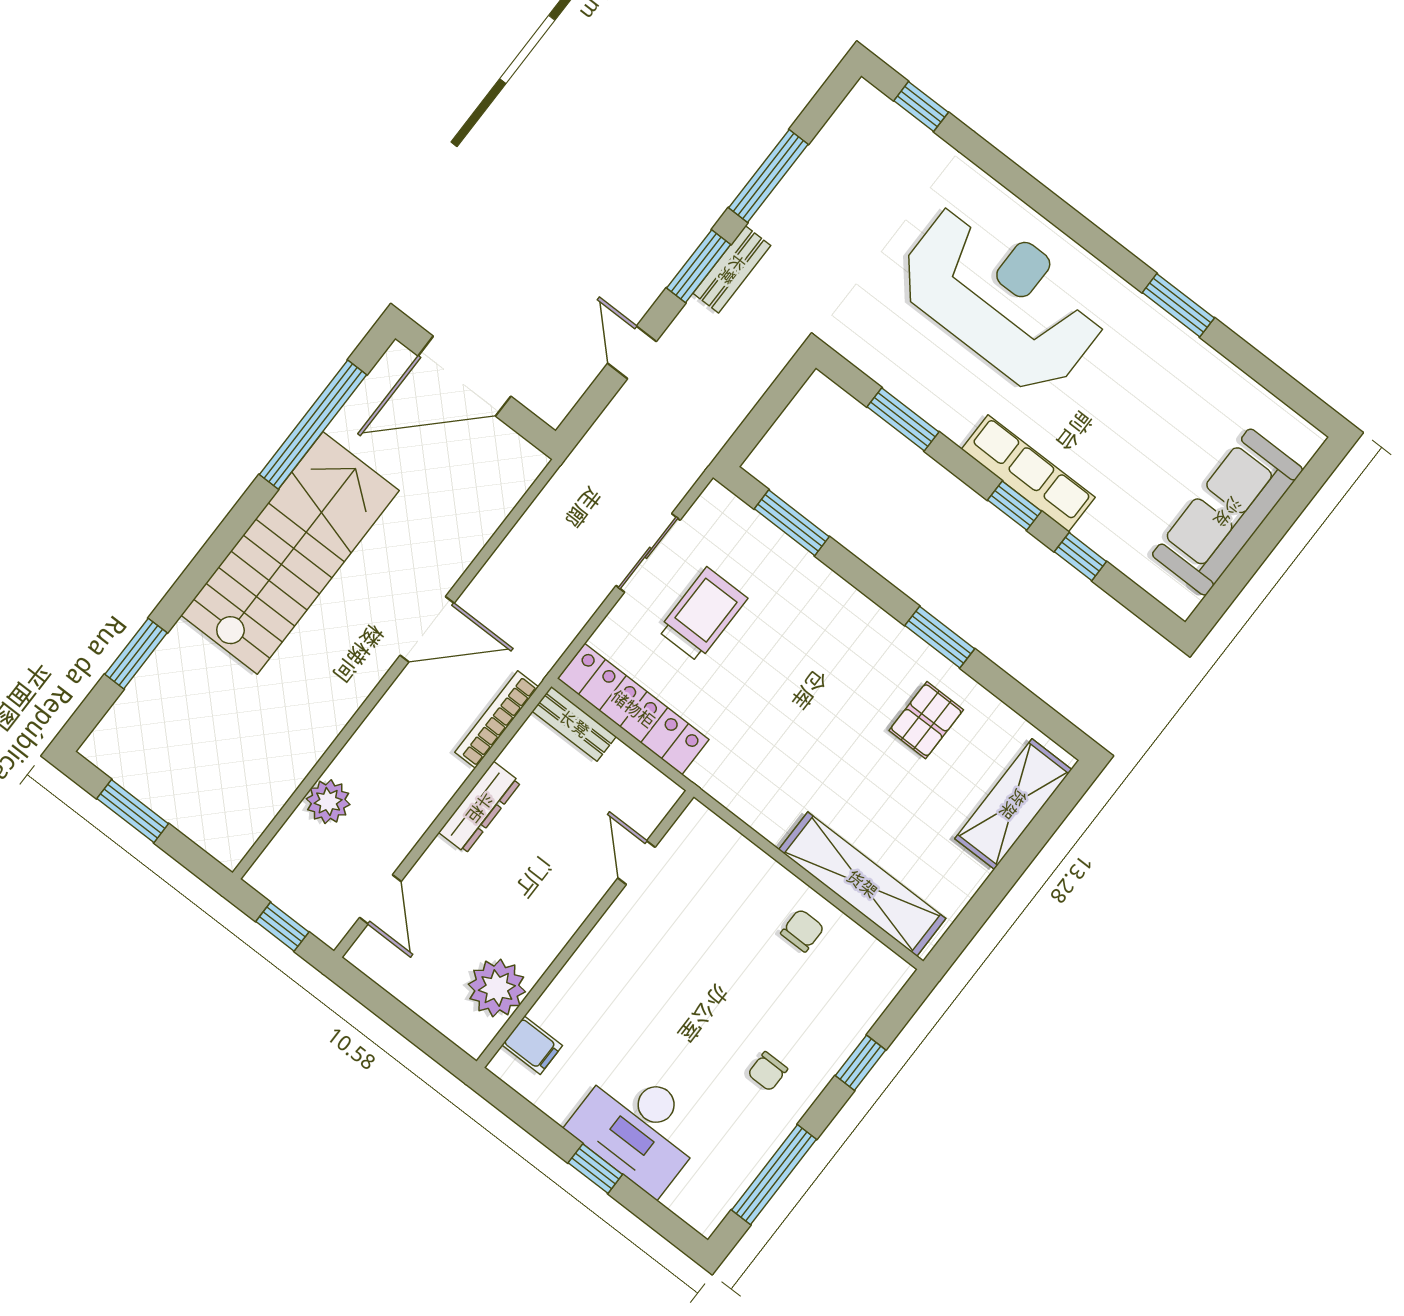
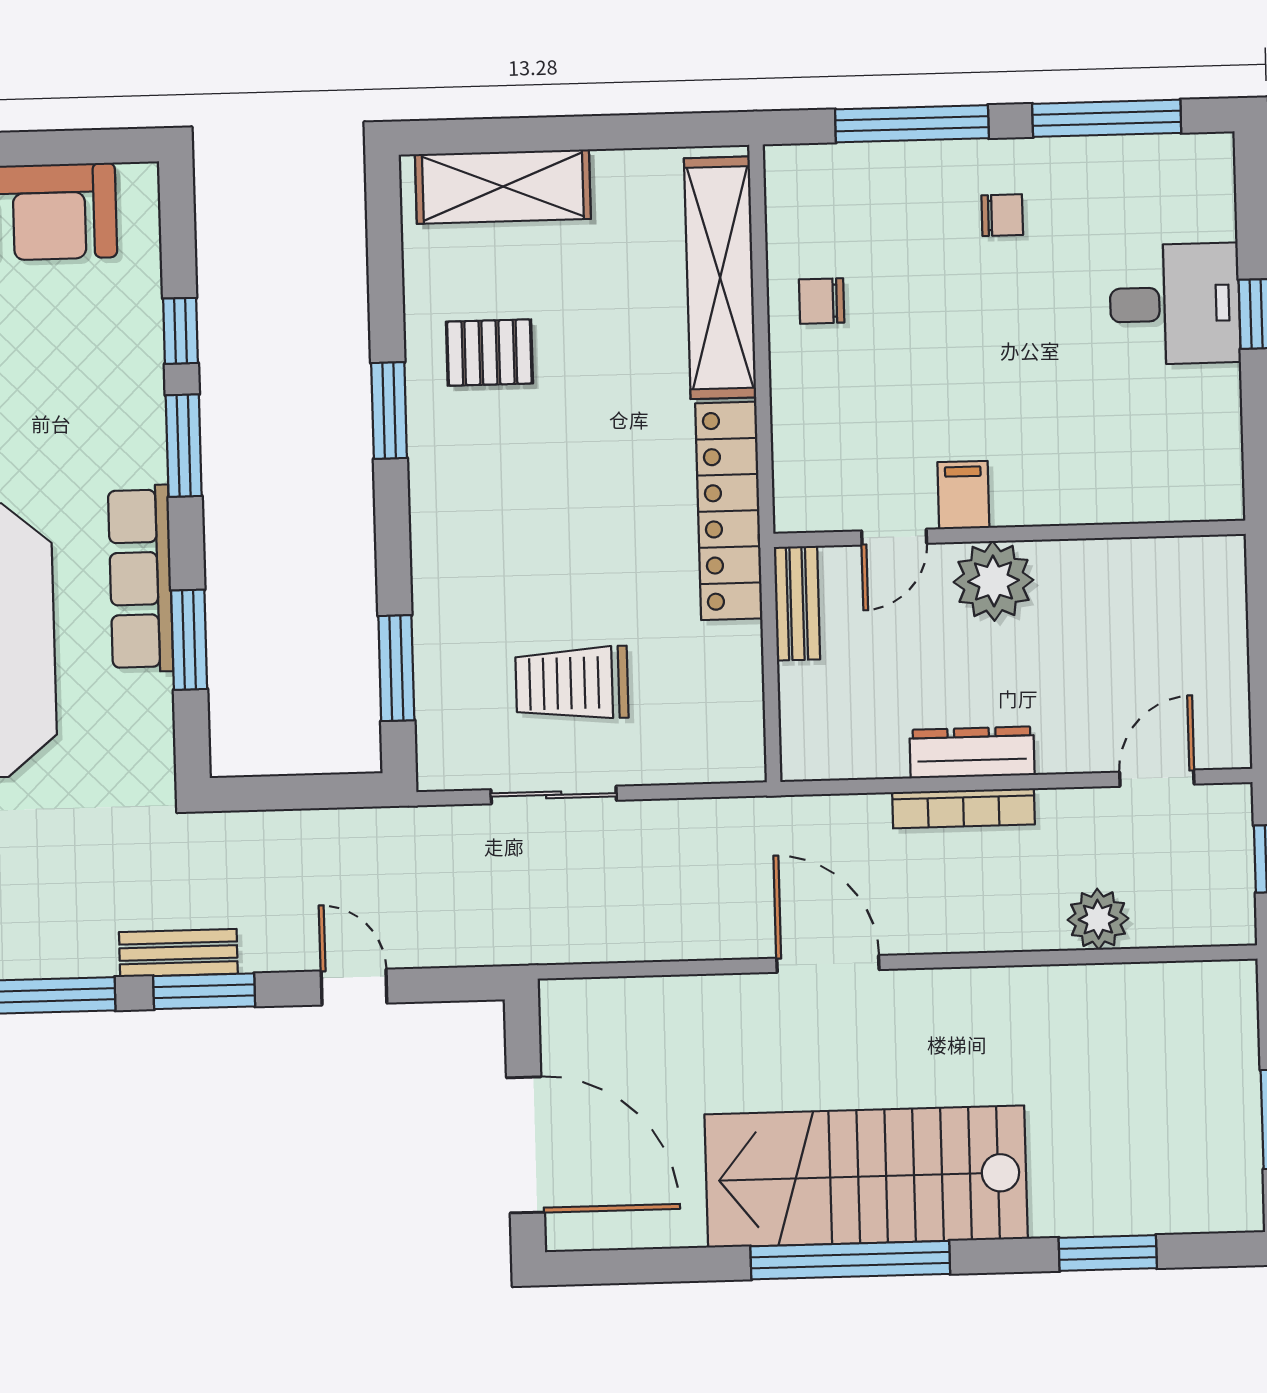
door: (632, 352) -> (354, 987), swing flipped
window: (313, 425) -> (850, 1260), moved
row of seats: (1028, 473) -> (141, 579), moved
window: (1014, 506) -> (184, 446), width x1.50
locker: (633, 709) -> (729, 511), moved
bookcase: (497, 719) -> (963, 808), moved
bench: (574, 724) -> (797, 603), moved
plant: (497, 988) -> (993, 581), moved
filing cabinet: (532, 1045) -> (963, 495), moved
window: (860, 1063) -> (912, 124), width x2.17
desk: (638, 1128) -> (1175, 304), width x0.73

